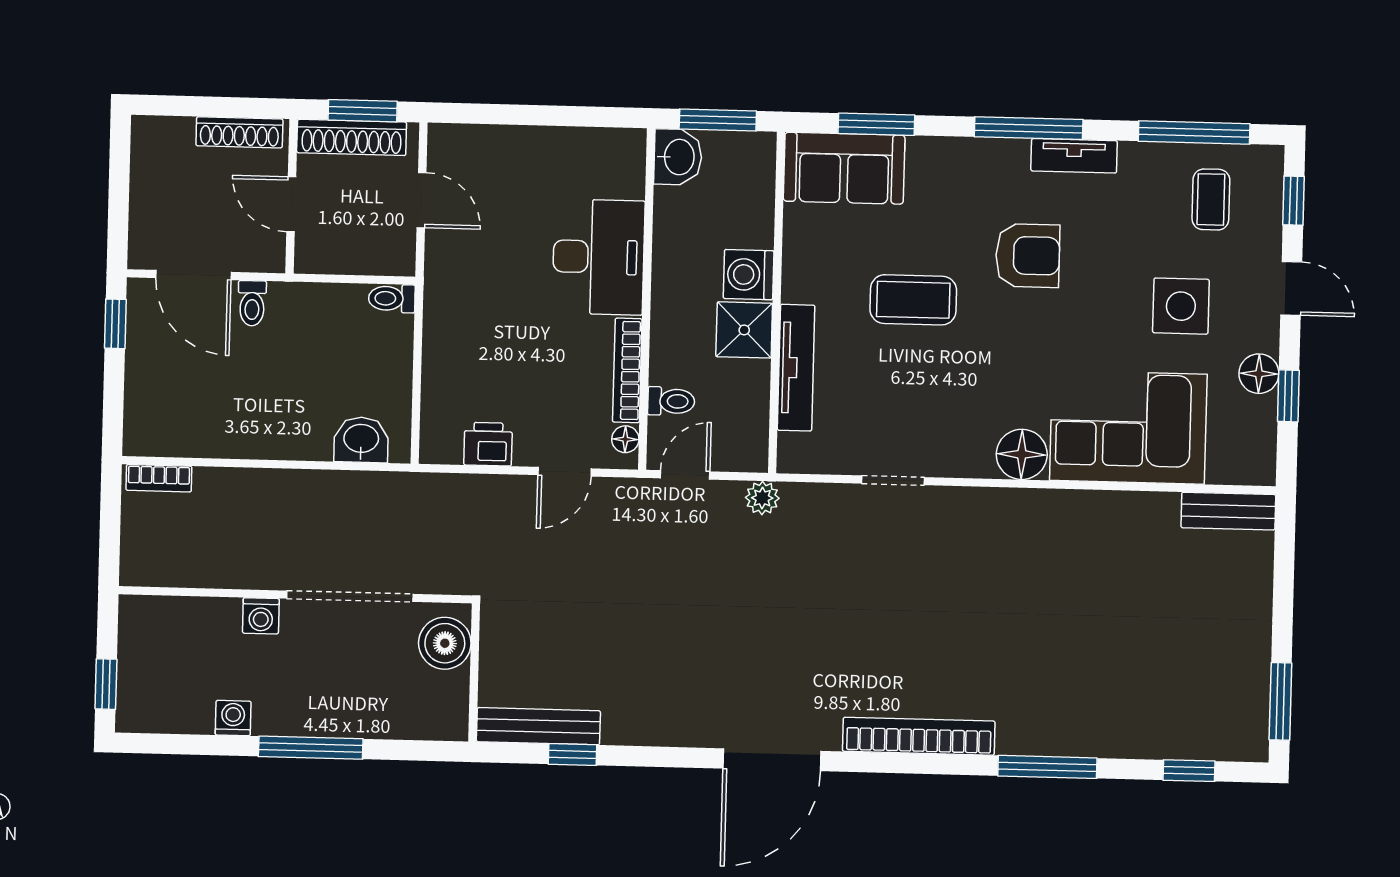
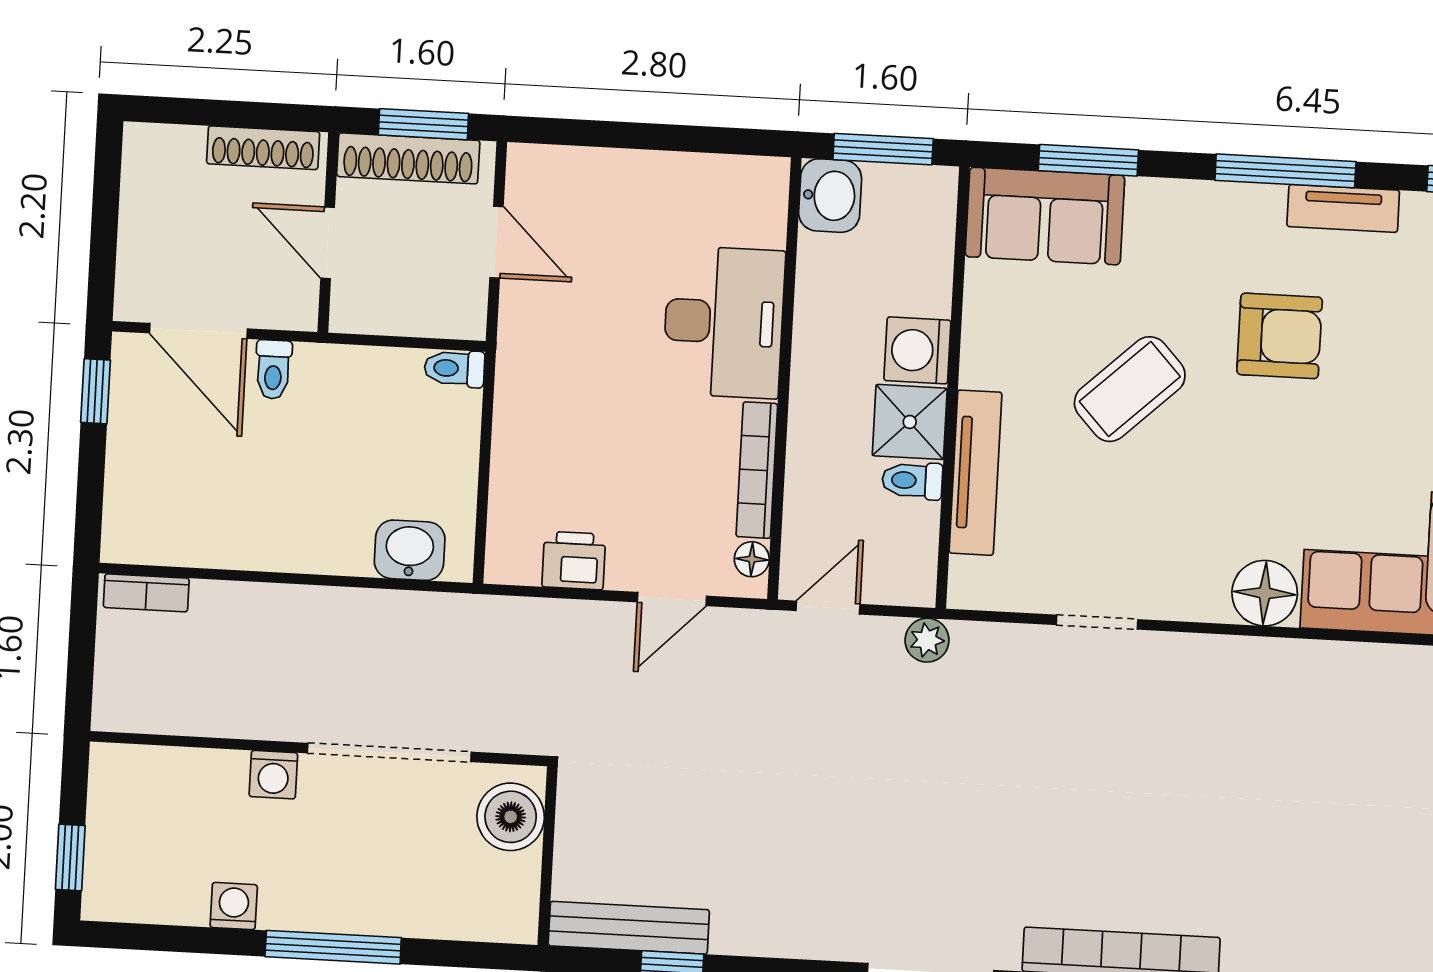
coffee table: (913, 300) -> (1130, 389), turned -43
toilet: (671, 401) -> (912, 481), moved, turned 180

